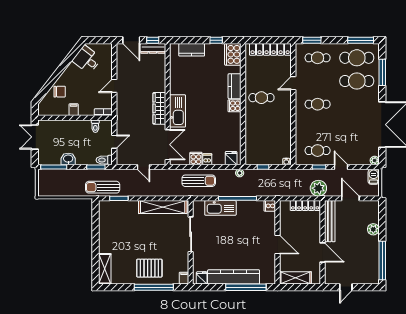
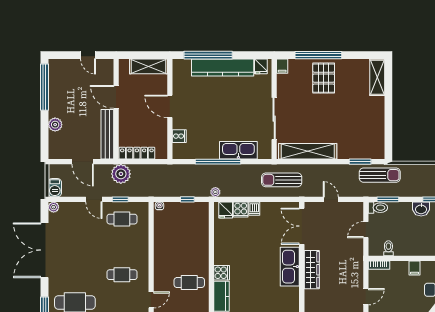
cooker: (196, 158) -> (241, 210), moved
sun lounger: (199, 181) -> (282, 180), moved
cooker: (270, 206) -> (179, 136), moved
pallet: (149, 268) -> (324, 78), turned 90
door: (346, 287) -> (88, 55), swing flipped

